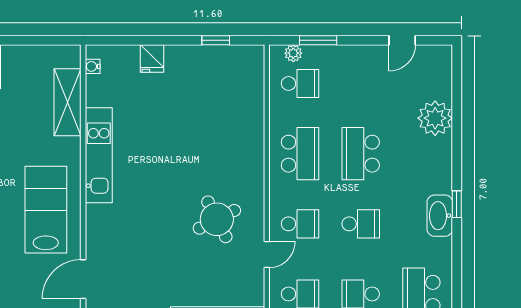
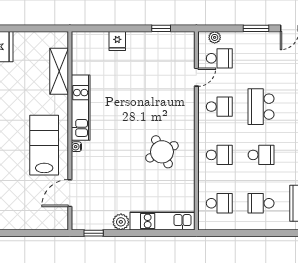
window: (318, 40) -> (256, 28), moved
water cooler: (93, 66) -> (76, 147), moved
school desk: (300, 154) -> (219, 107), width x0.54
door: (267, 255) -> (196, 77), moved

